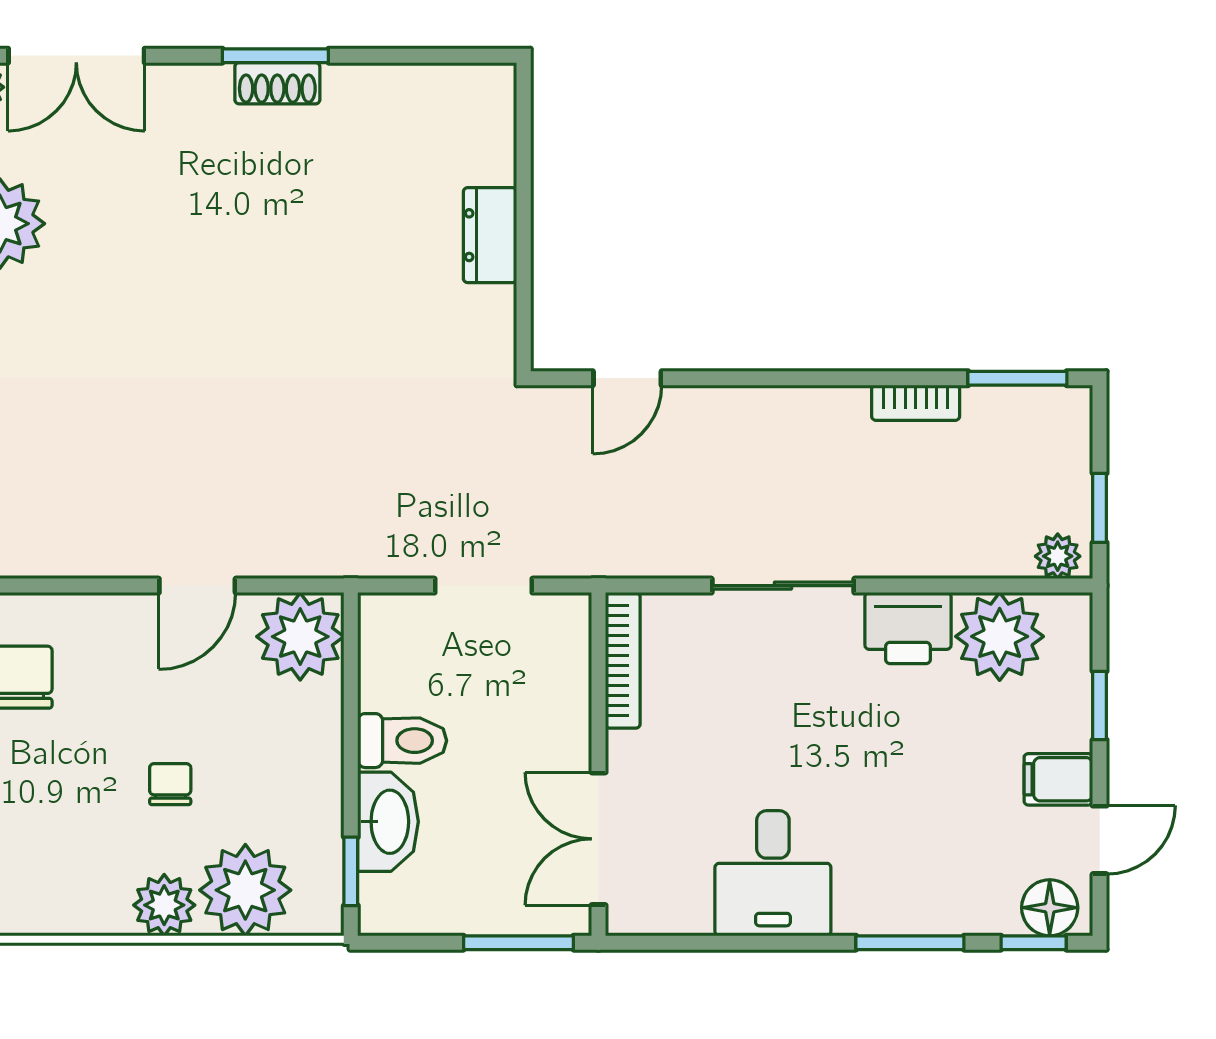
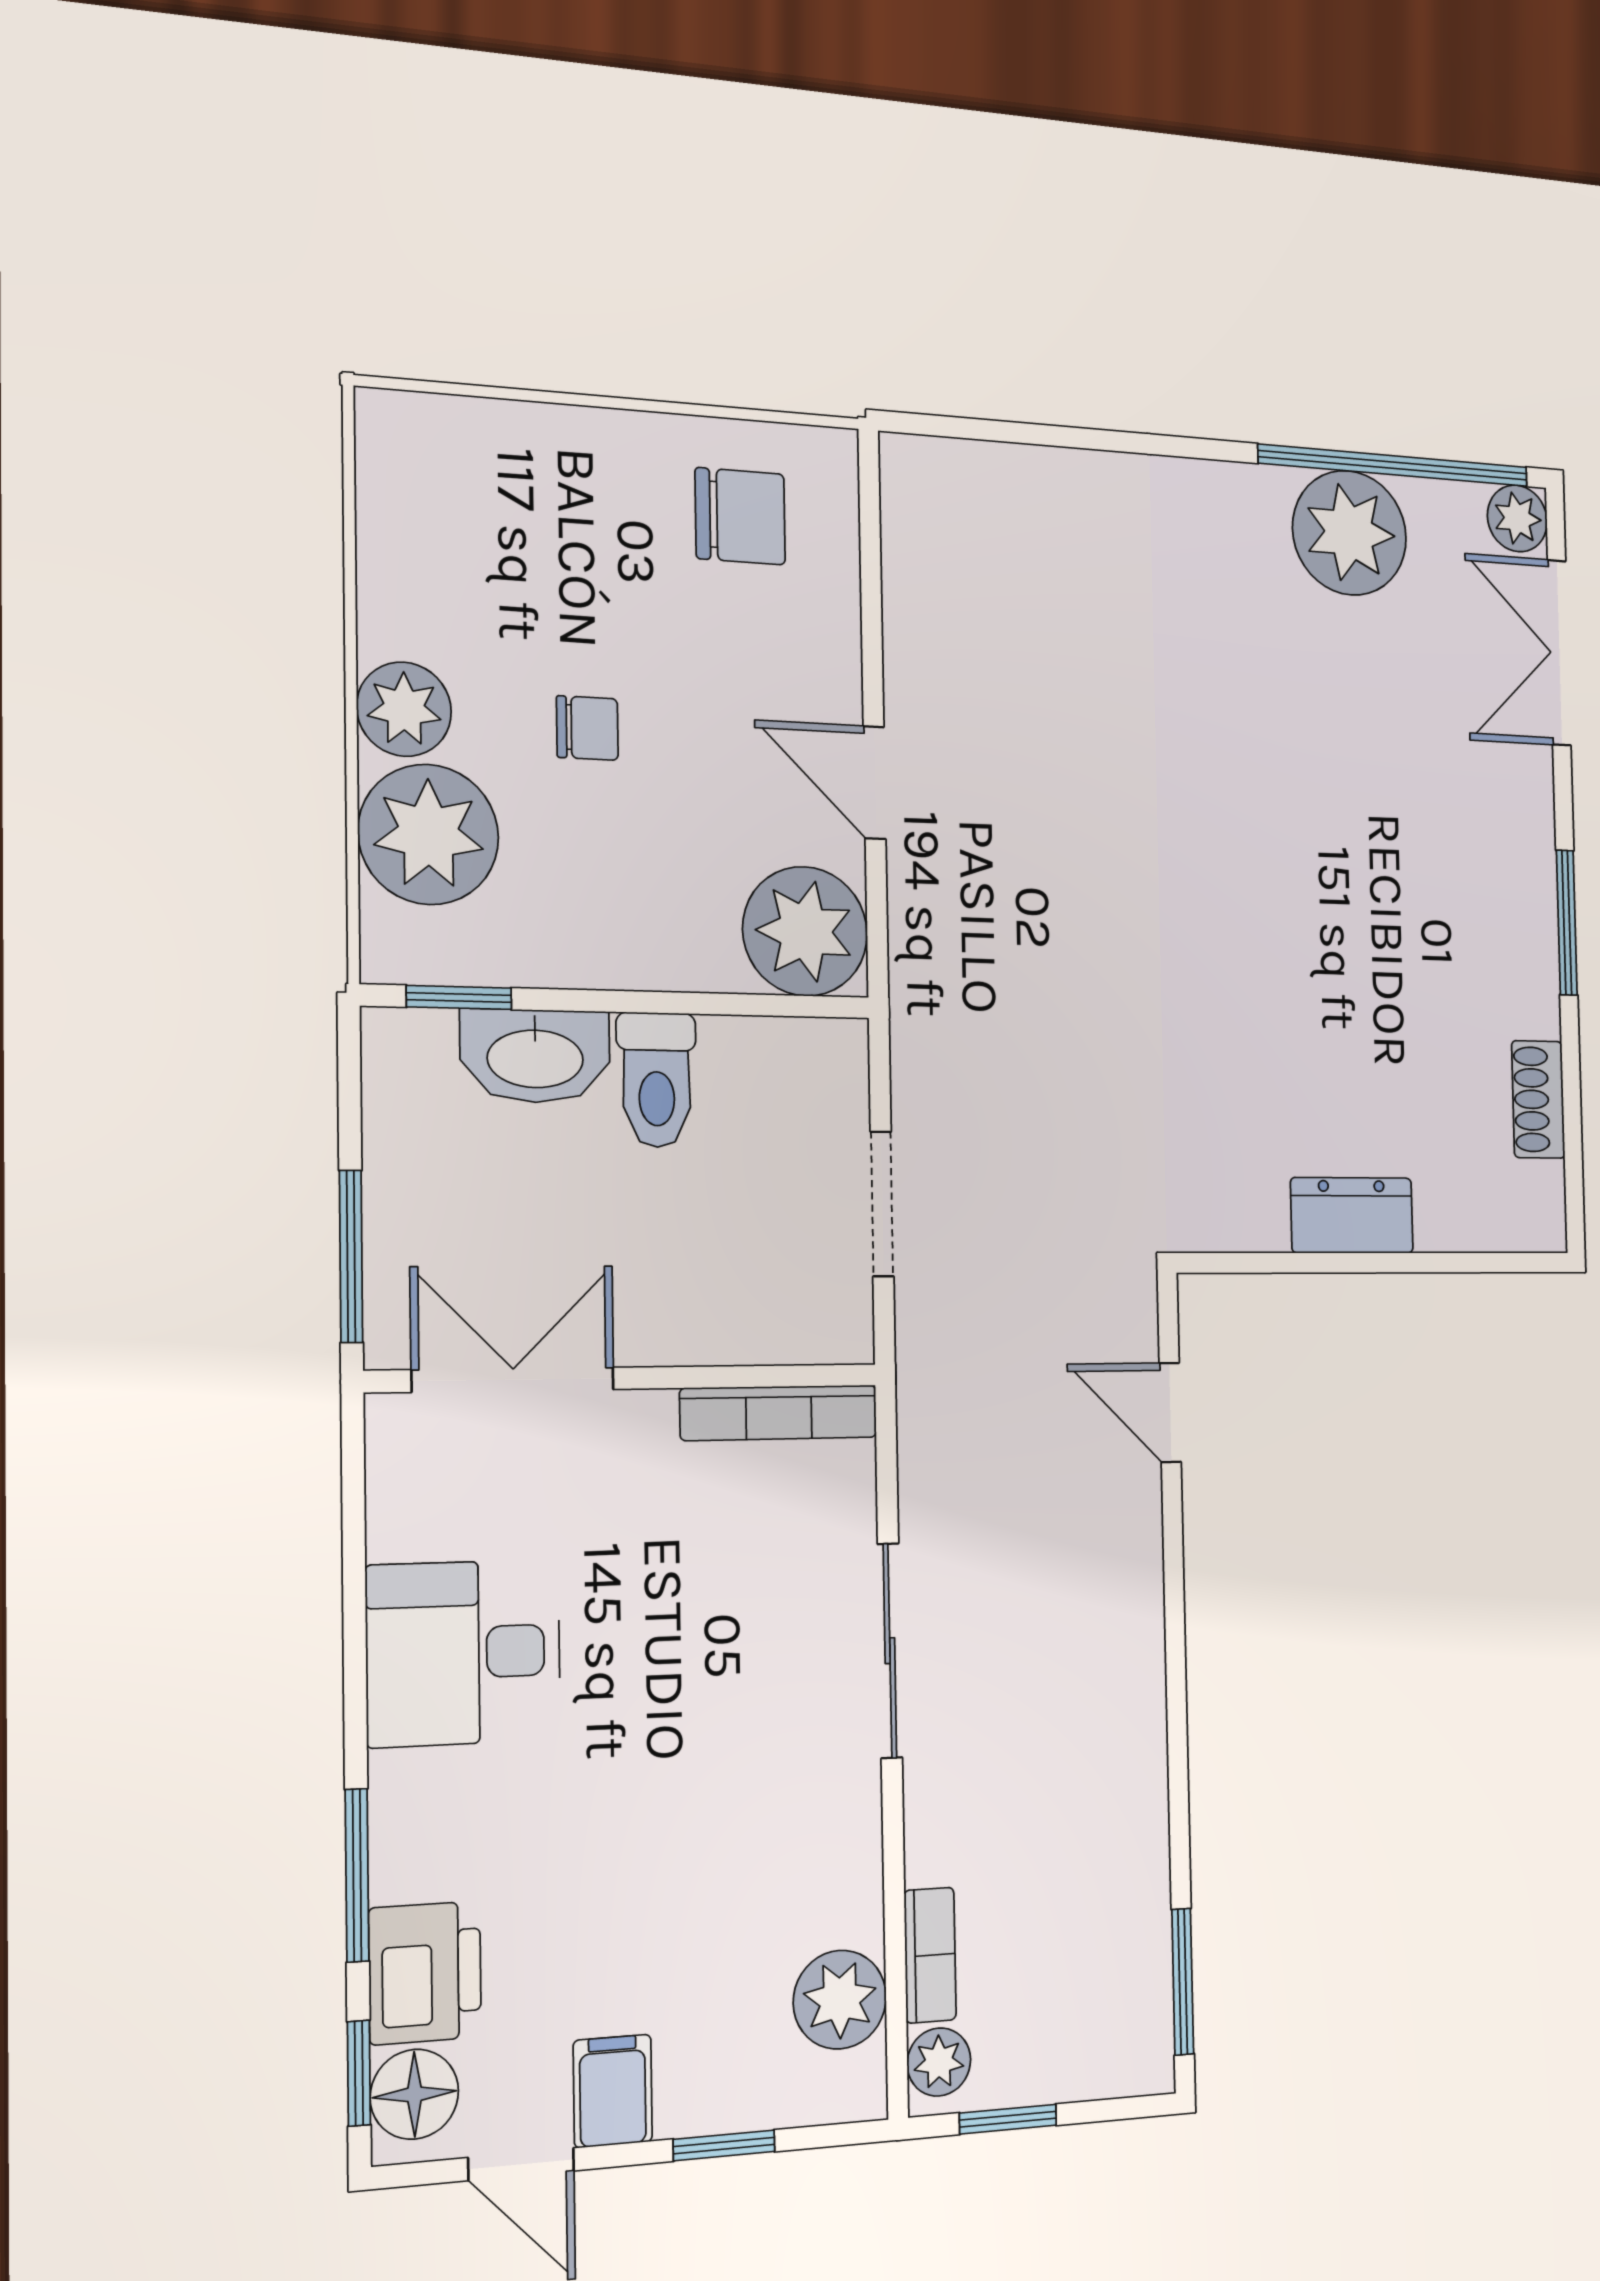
shoe rack: (277, 83) -> (1538, 1099), moved
bookcase: (916, 403) -> (930, 1955), moved, turned 180
printer: (908, 628) -> (425, 1973), moved, turned 180
plant: (1000, 636) -> (840, 2000), width x0.73, depth x0.73

